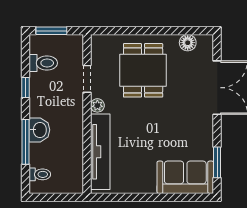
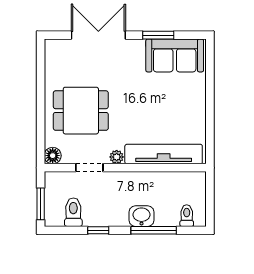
floor lamp: (188, 43) -> (53, 156), moved
window: (217, 162) -> (158, 35), moved
sofa: (185, 177) -> (175, 55), moved, turned -90

